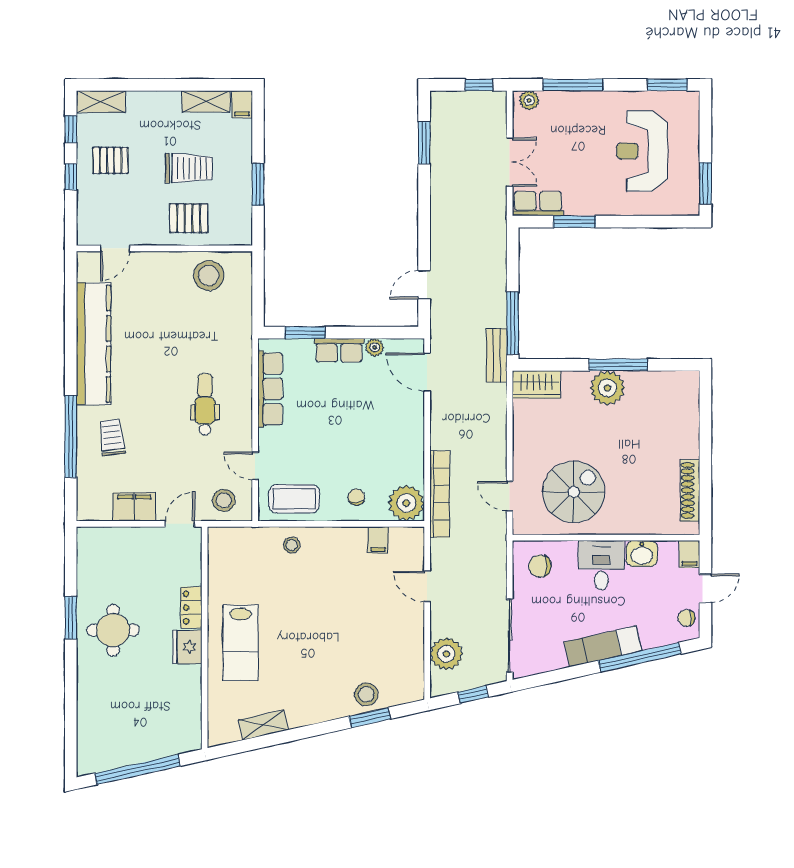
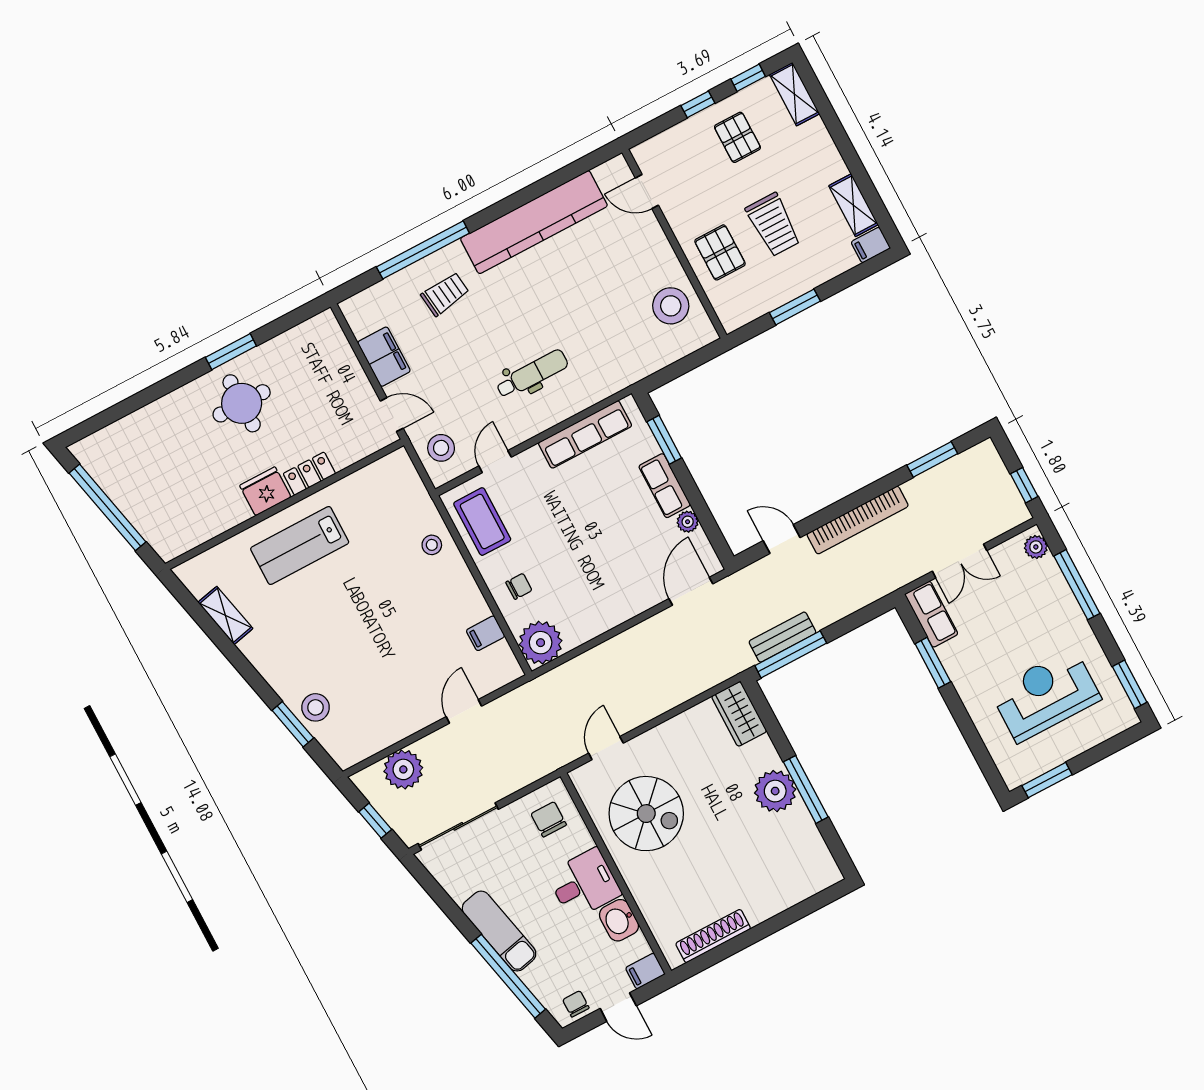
bench: (497, 355) -> (782, 637), moved
bookcase: (440, 494) -> (858, 520), moved

